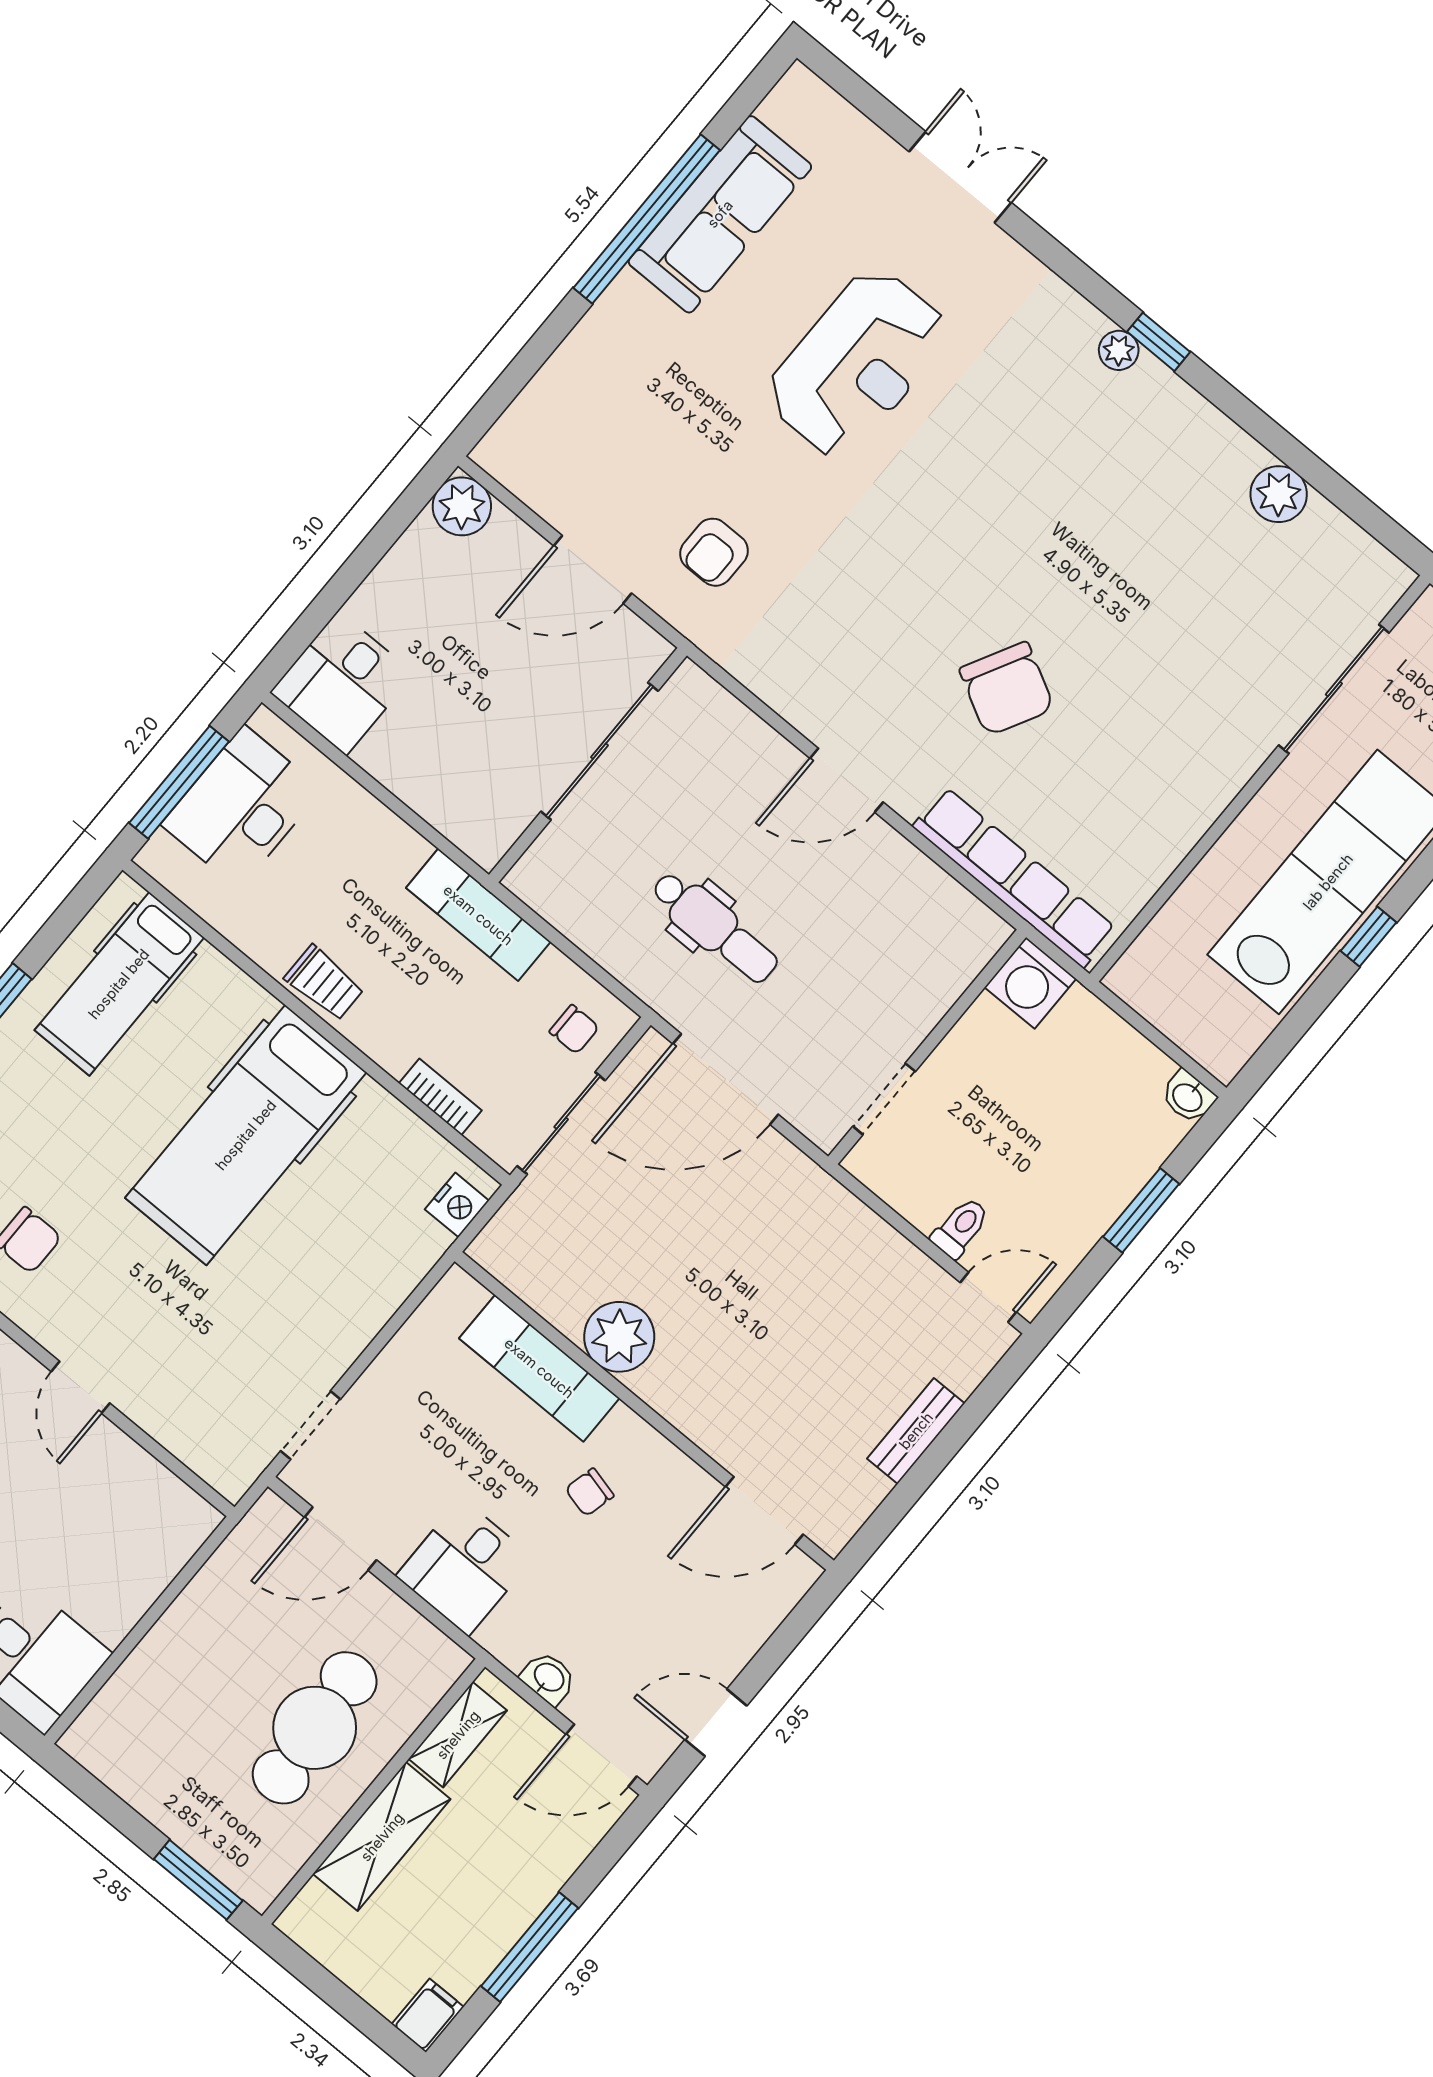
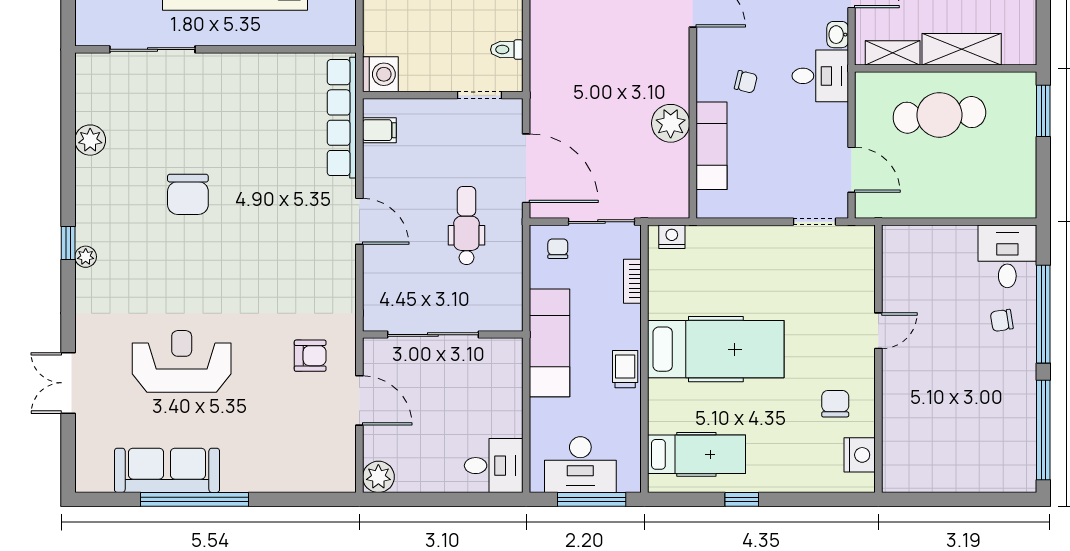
chair: (1007, 689) -> (188, 194), moved, turned 152
exam couch: (478, 915) -> (550, 343), width x1.36, depth x1.45
filing cabinet: (952, 916) -> (379, 130), added
toilet: (960, 1228) -> (507, 50), moved
desk: (465, 1567) -> (820, 76), moved

